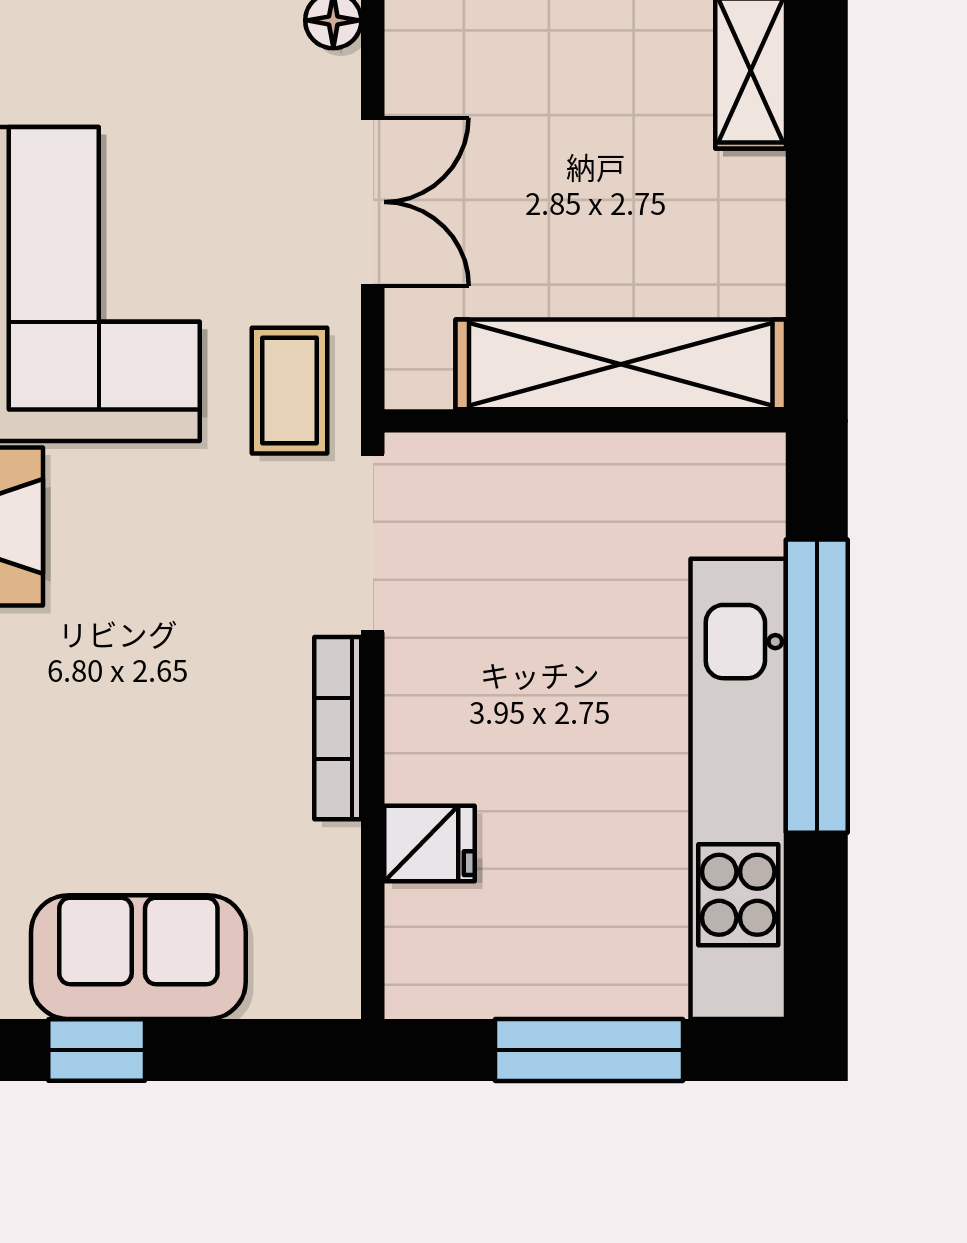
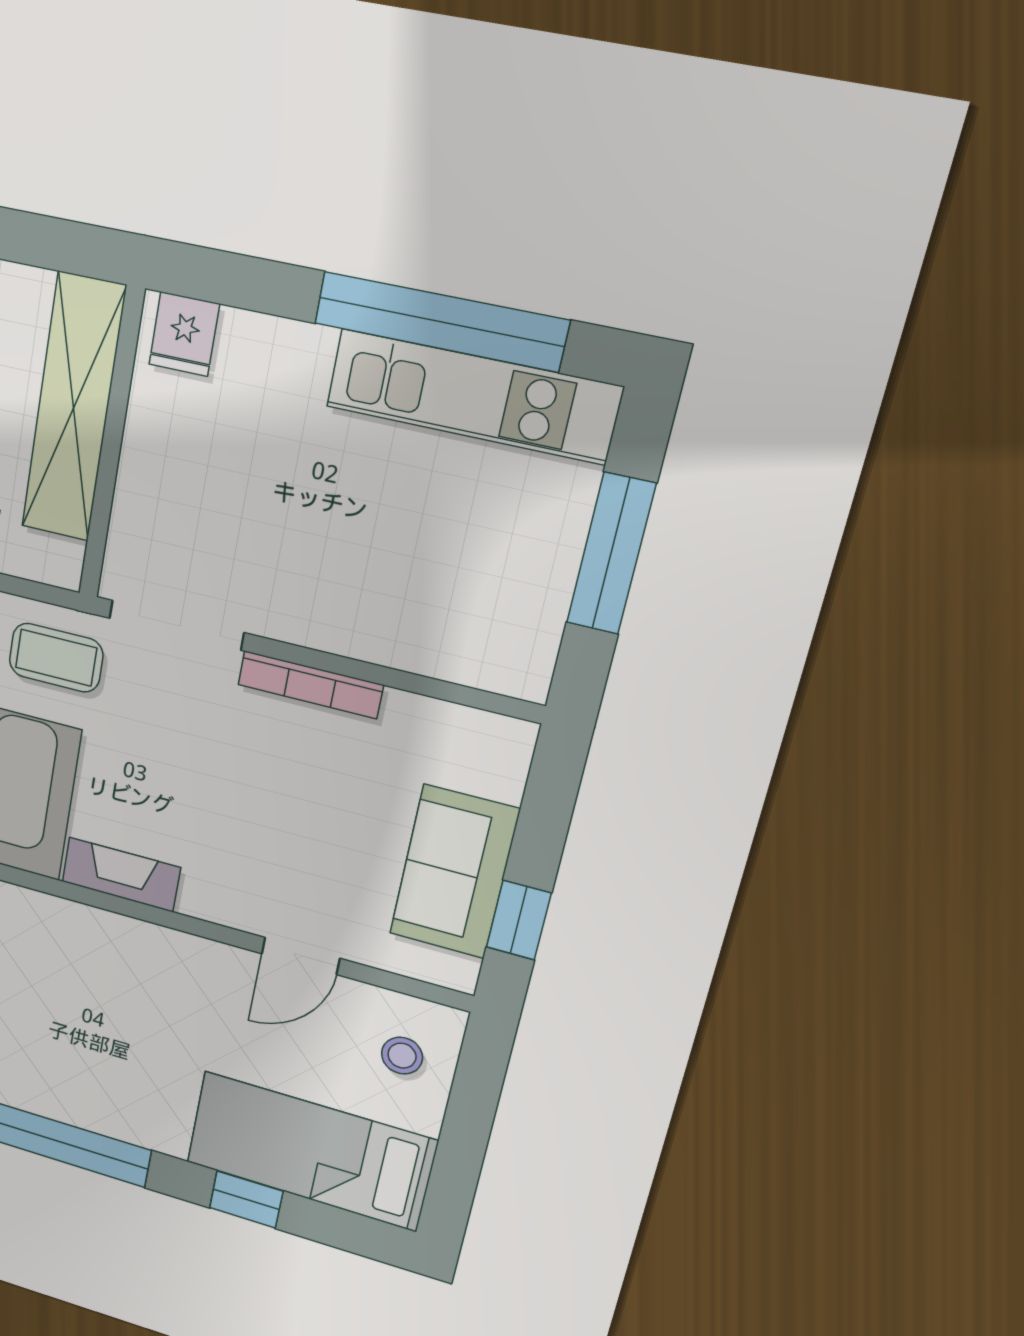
window: (817, 686) -> (441, 322), moved
kitchen unit: (738, 789) -> (473, 396), width x0.73
fridge: (429, 843) -> (184, 334), moved, turned 180

